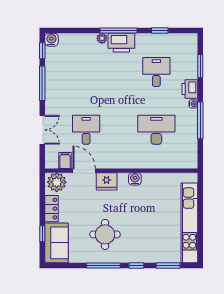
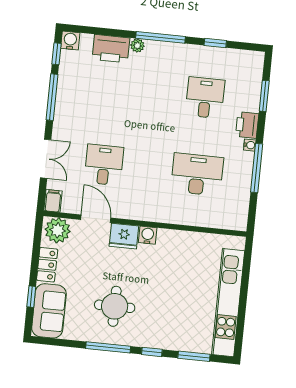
printer: (121, 43) -> (111, 49), moved
filing cabinet: (65, 161) -> (53, 201), moved
water cooler: (135, 179) -> (148, 235), moved

